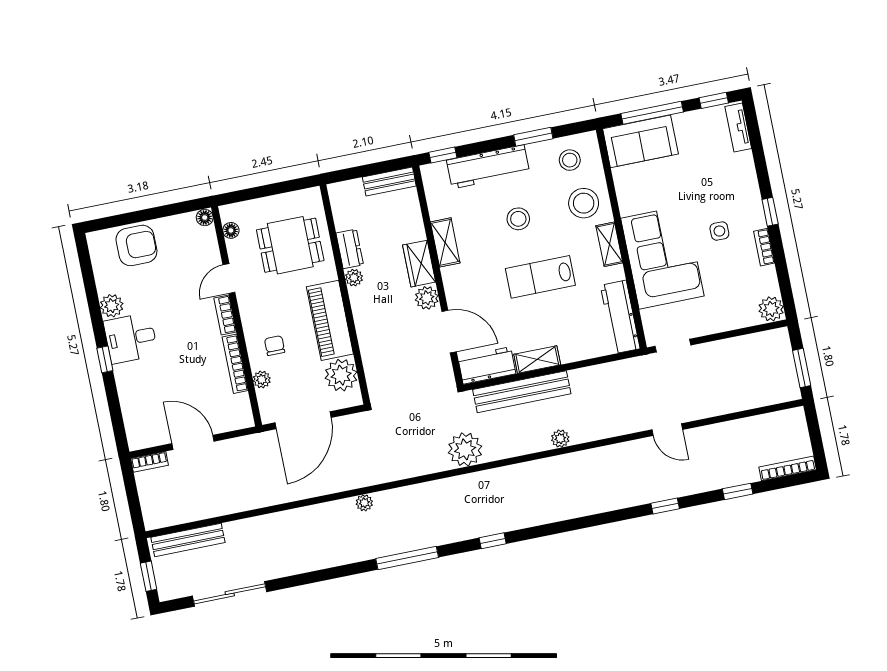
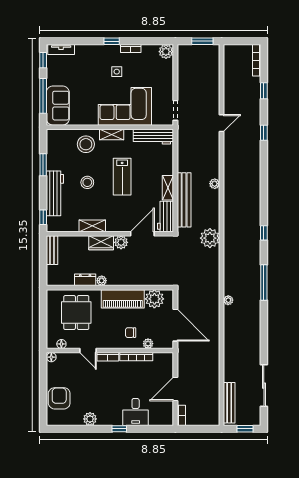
stool: (570, 160) -> (60, 147), removed
desk: (131, 338) -> (136, 412), moved

